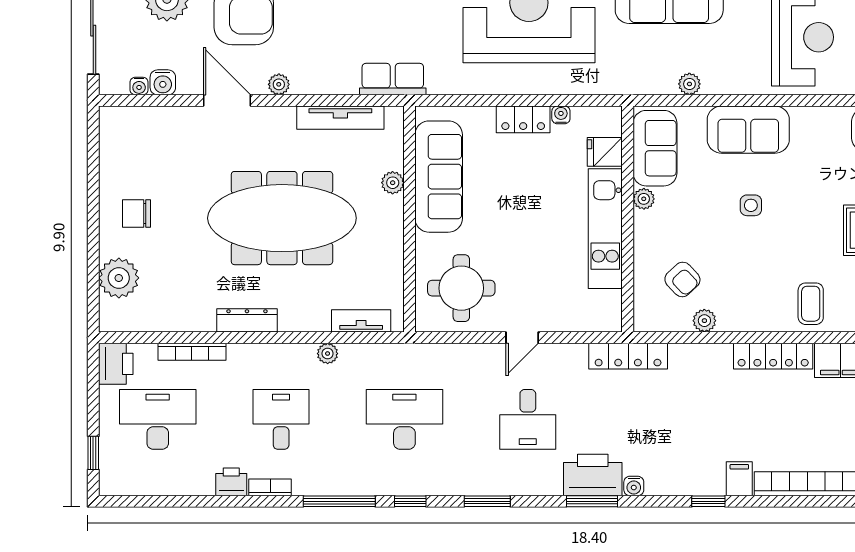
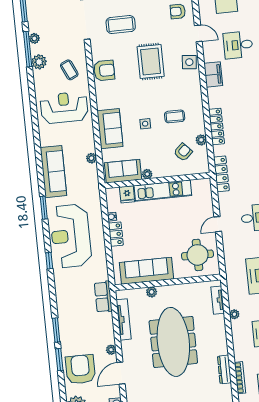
coffee table: (811, 304) -> (175, 116), moved
dresser: (247, 320) -> (224, 369), moved
door: (522, 338) -> (218, 224), swing flipped
locker: (773, 356) -> (217, 127), moved

